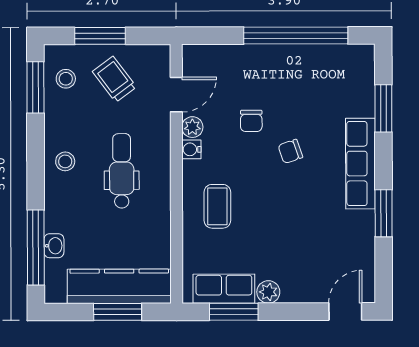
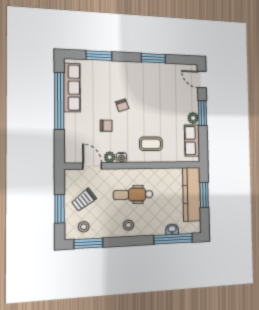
row of seats: (360, 164) -> (72, 88), moved, turned -90
window: (234, 312) -> (202, 113), moved

